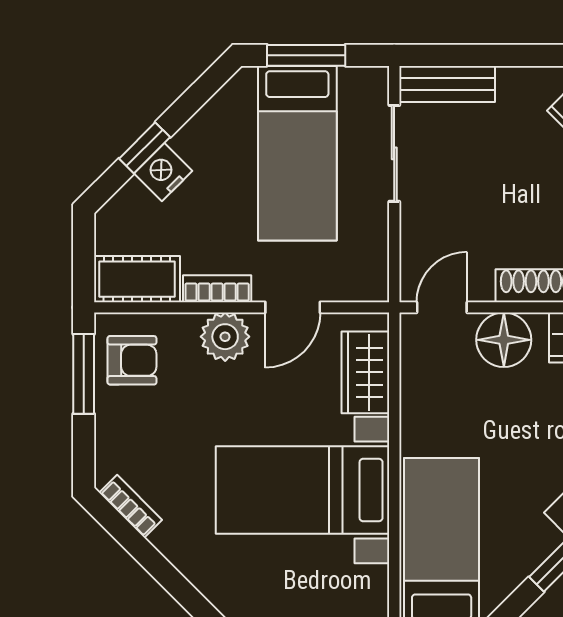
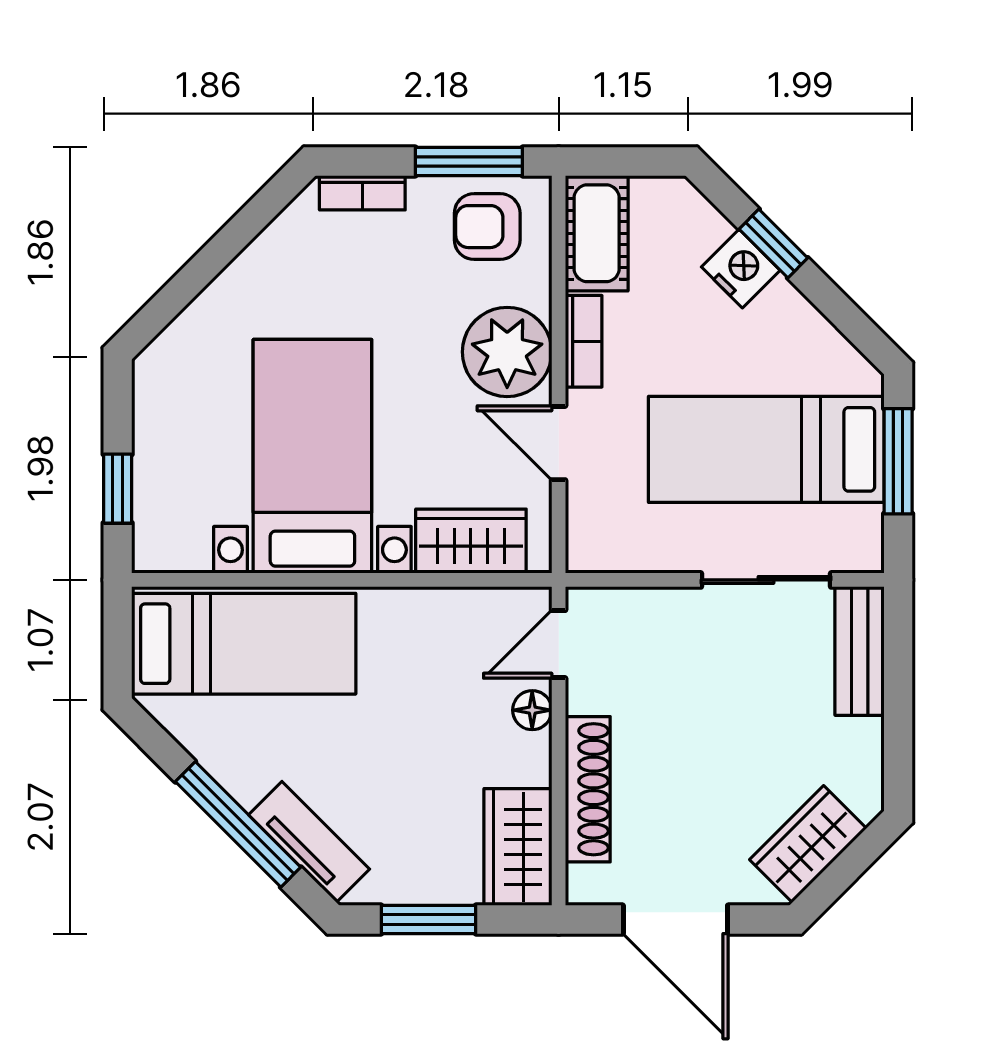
door: (442, 307) -> (559, 644), swing flipped
plant: (225, 337) -> (507, 352), width x1.36, depth x1.36
floor lamp: (504, 340) -> (532, 710), width x0.53, depth x0.53
armchair: (132, 360) -> (487, 227), turned 90
bookcase: (131, 506) -> (362, 193), moved, turned 45

